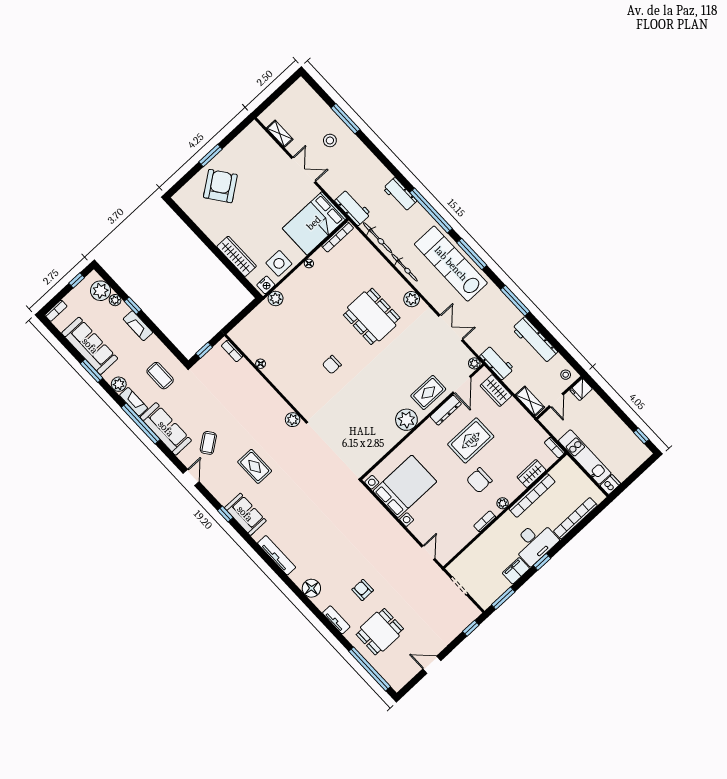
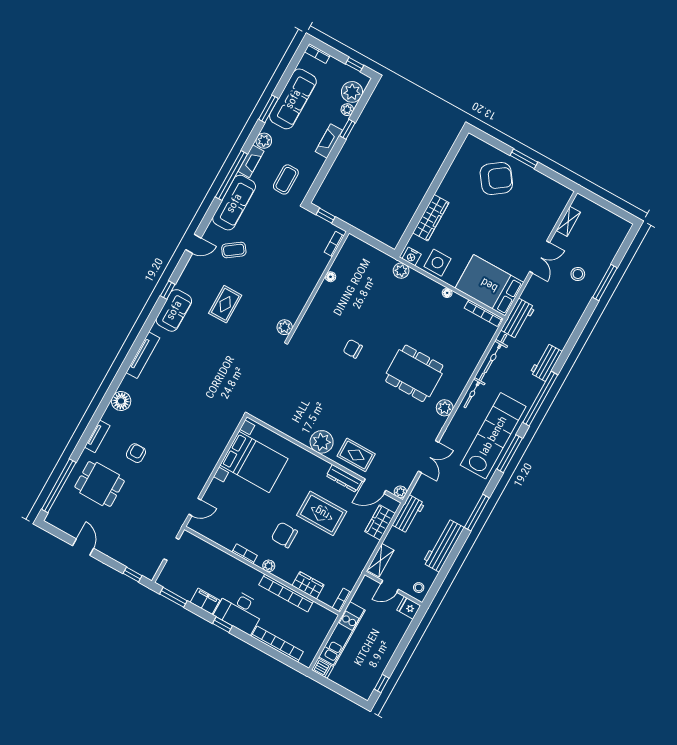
dining table: (372, 316) -> (414, 373), turned 90

